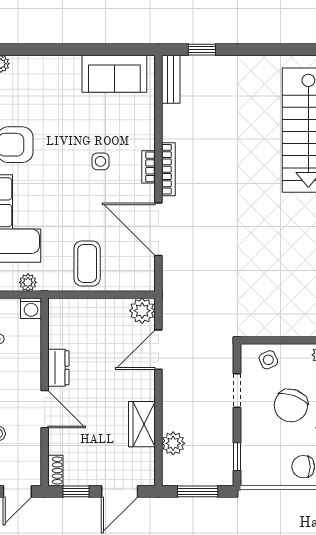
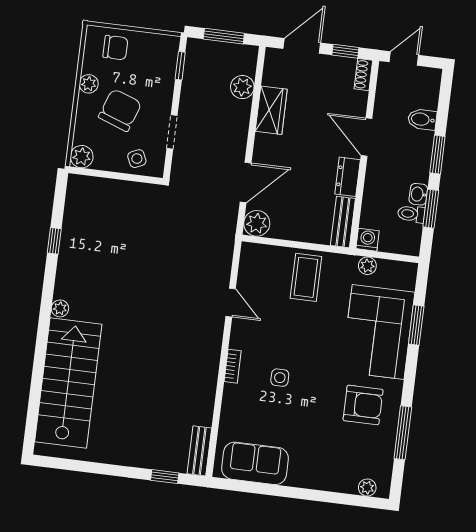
bookcase: (168, 169) -> (213, 361), removed
door: (158, 229) -> (231, 303), width x0.53
bench: (57, 323) -> (343, 222), added

